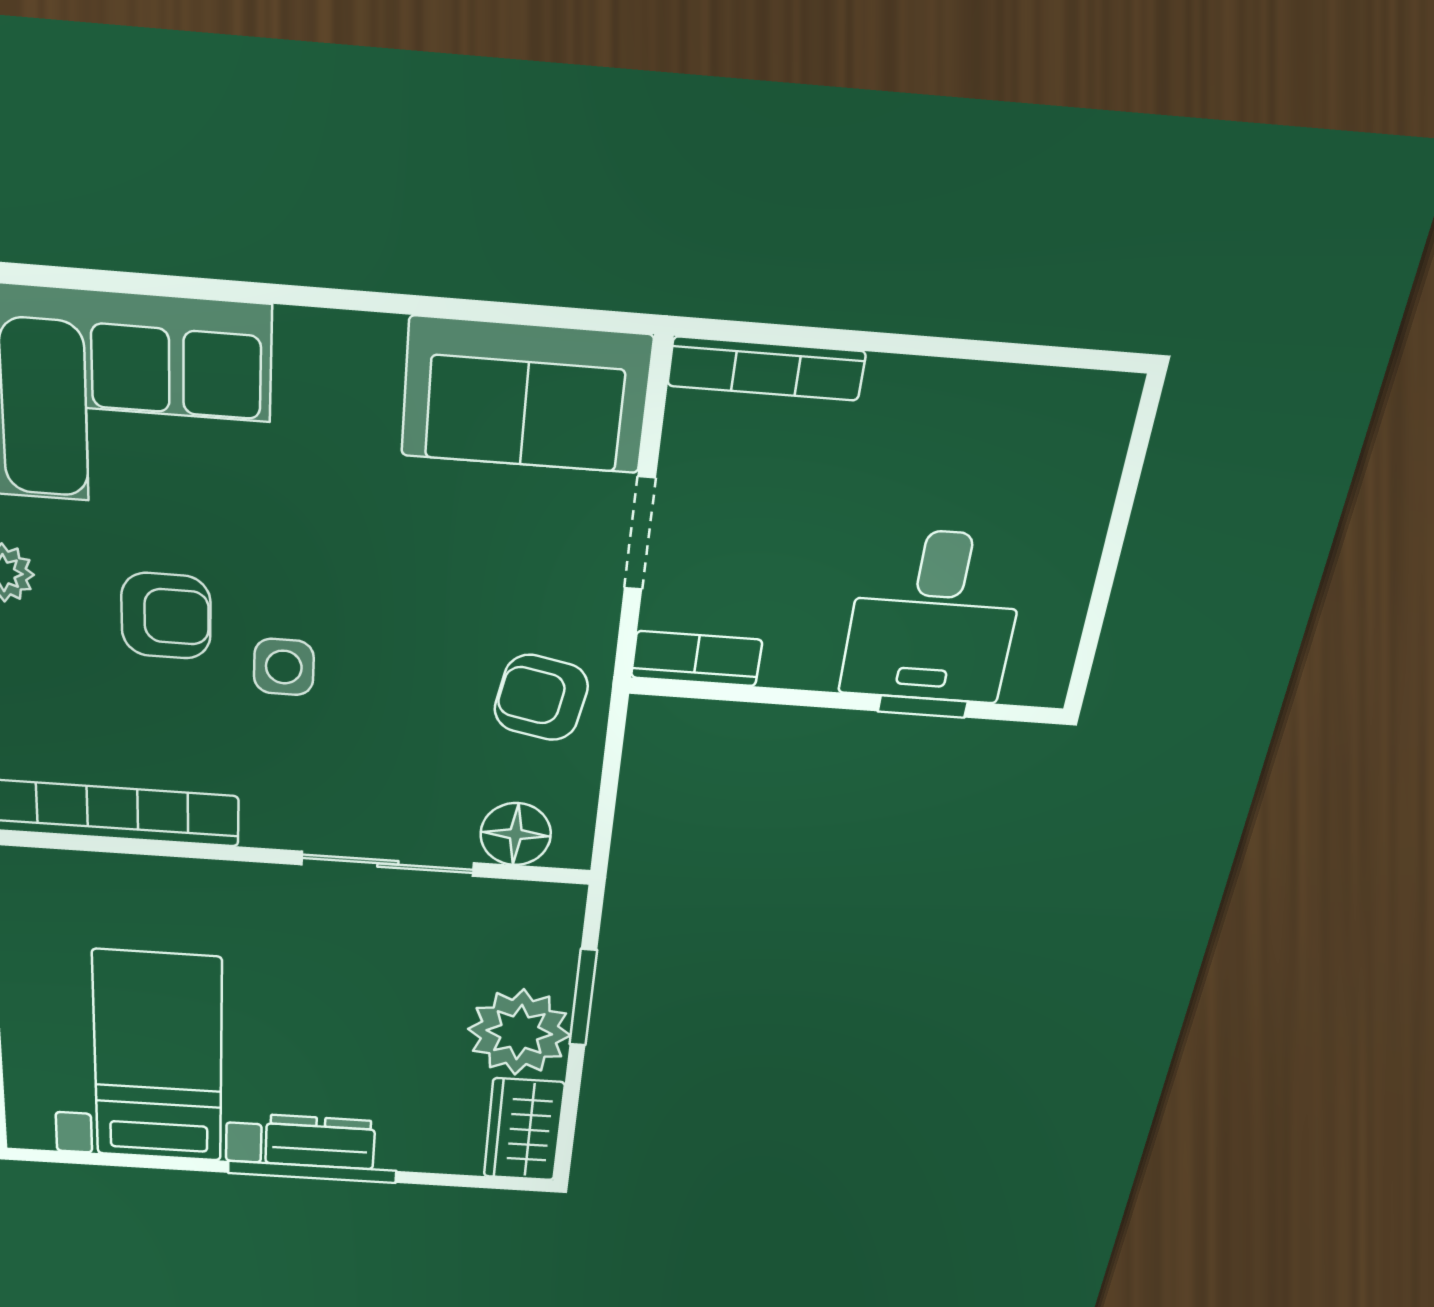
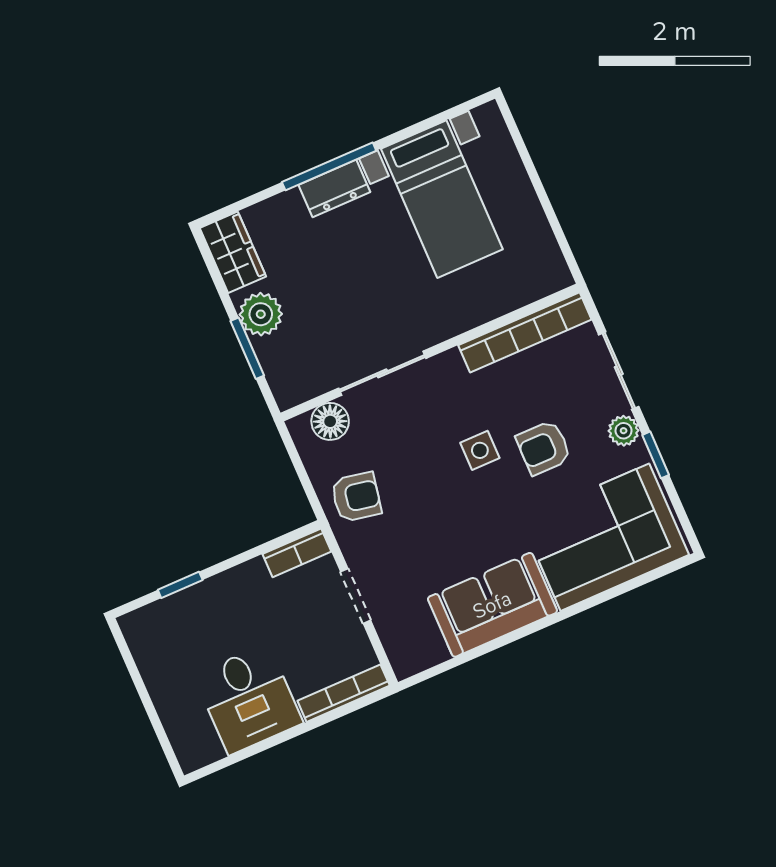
sofa: (526, 396) -> (492, 605), moved
desk: (934, 617) -> (248, 699), moved, turned 180
plant: (519, 1032) -> (261, 314), width x0.73, depth x0.73

